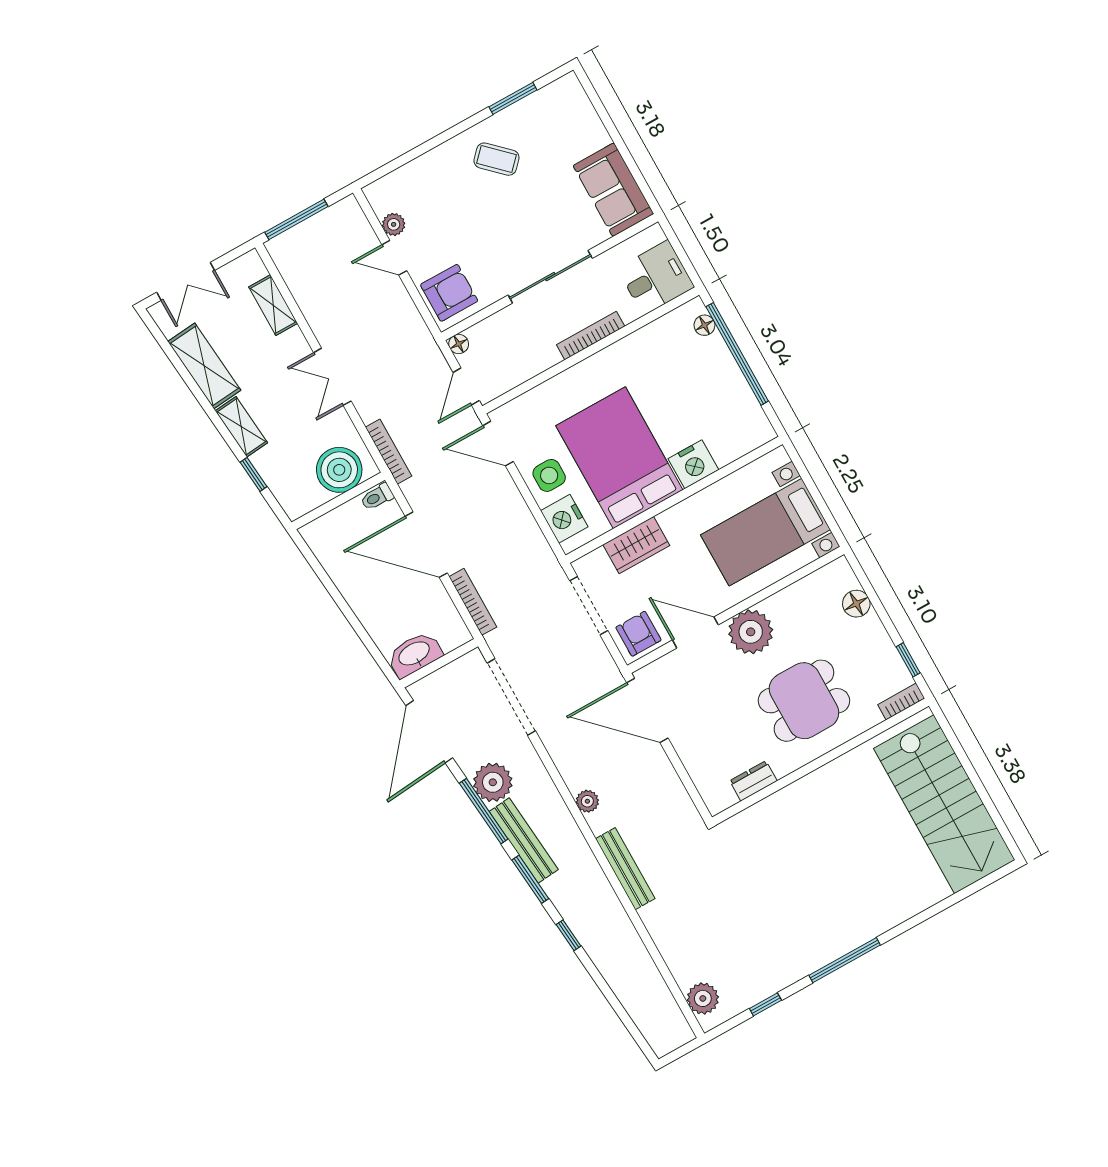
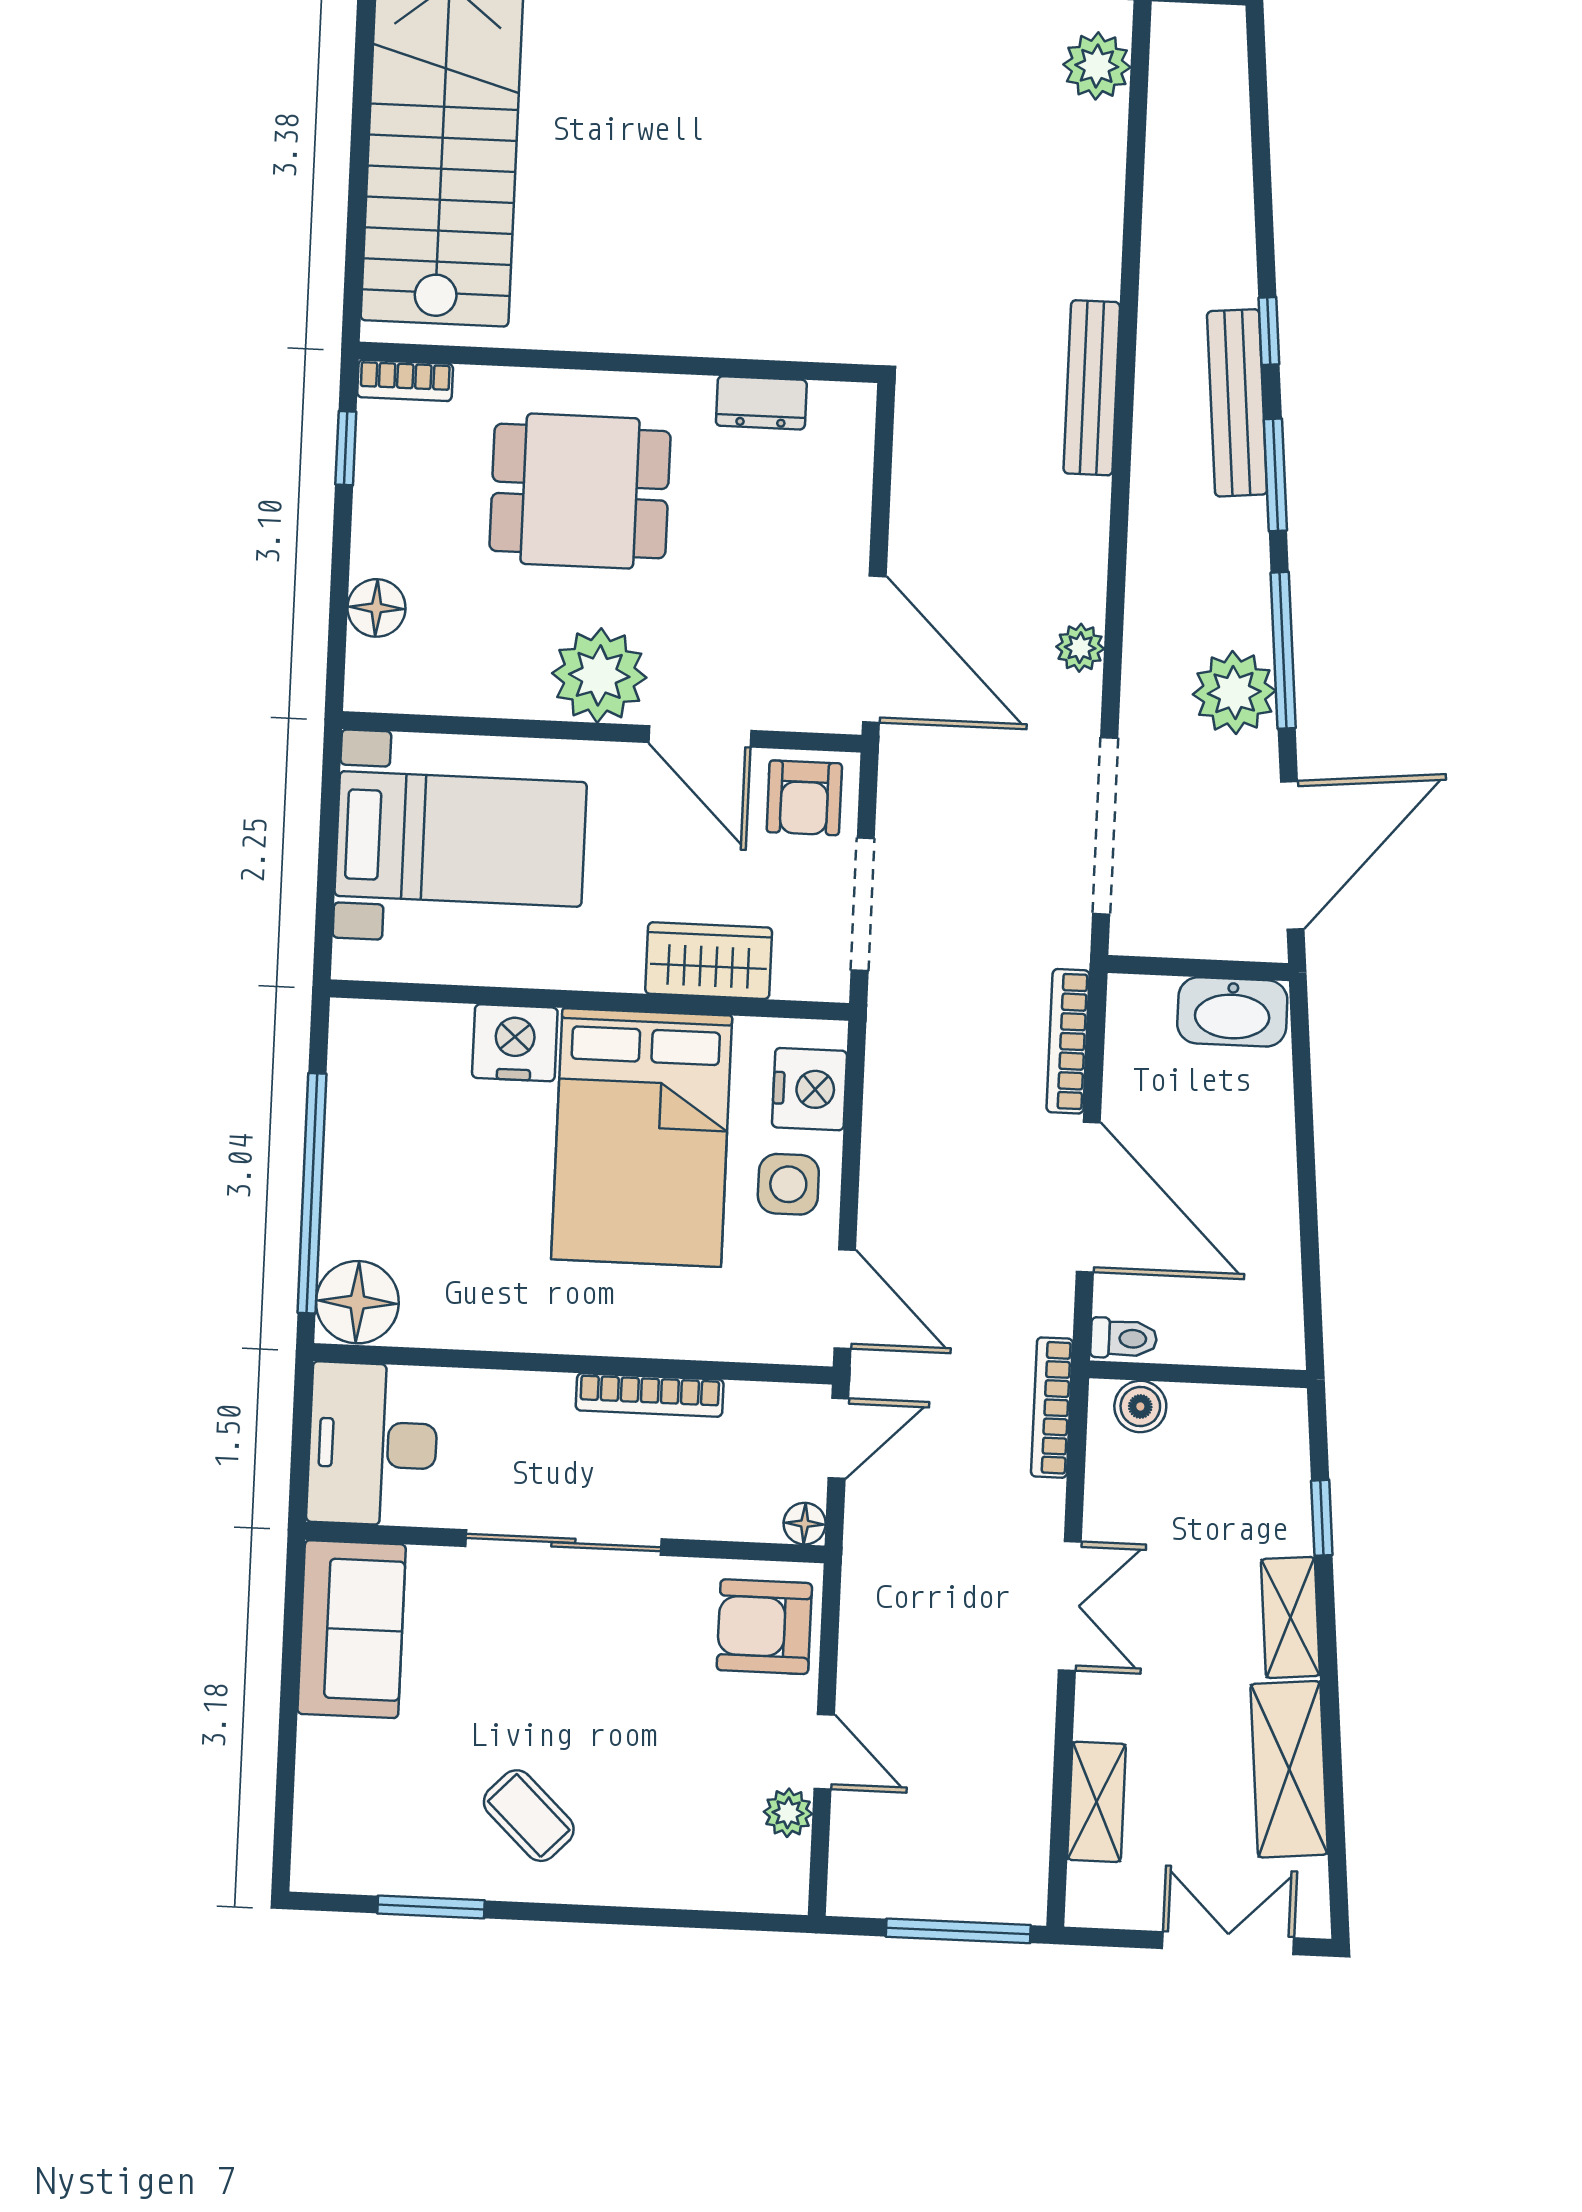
desk: (656, 278) -> (373, 1444), width x1.37
floor lamp: (704, 325) -> (357, 1302), width x1.89, depth x1.89
bookcase: (591, 336) -> (650, 1395), moved
boiler: (339, 470) -> (1140, 1407), width x0.54, depth x0.54
plant: (587, 801) -> (1080, 648), moved
bench: (524, 841) -> (1237, 403), moved

